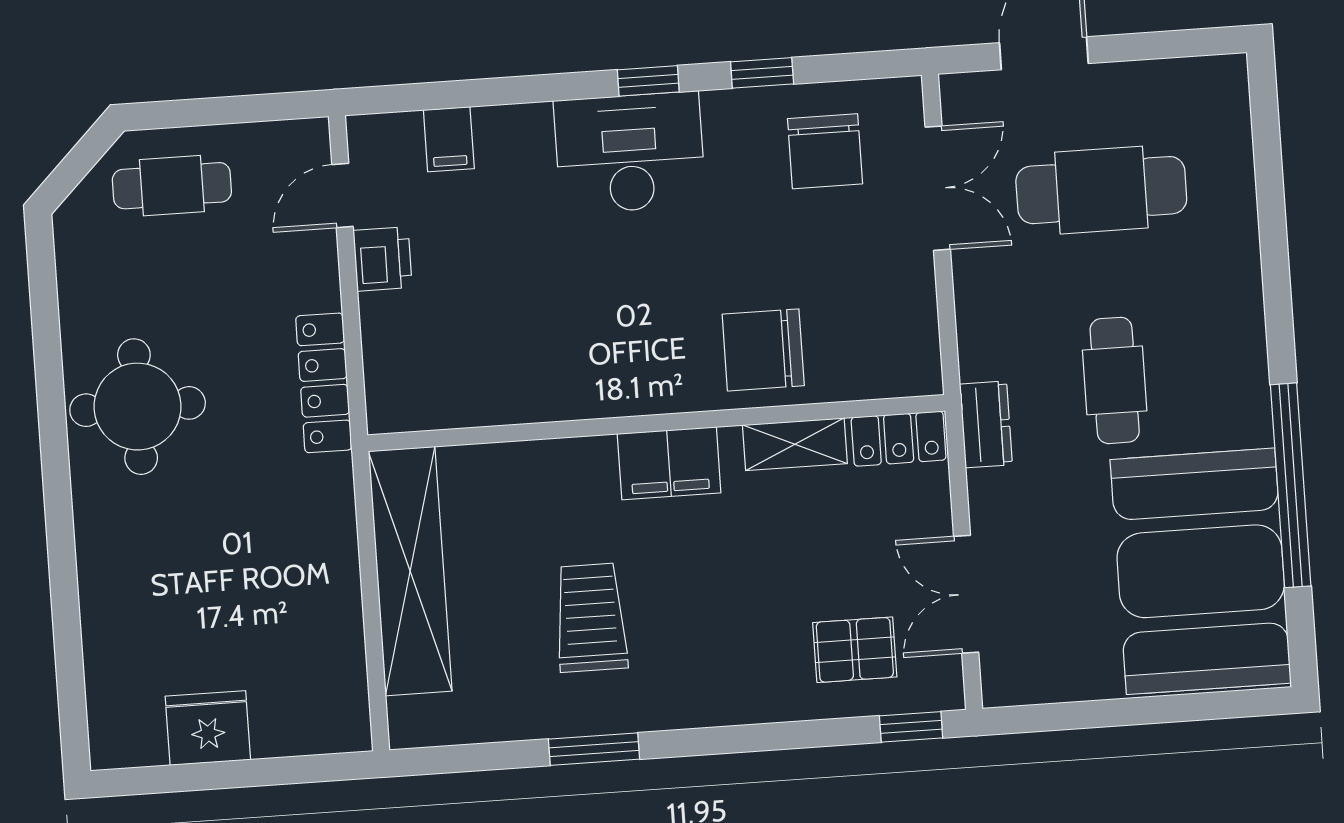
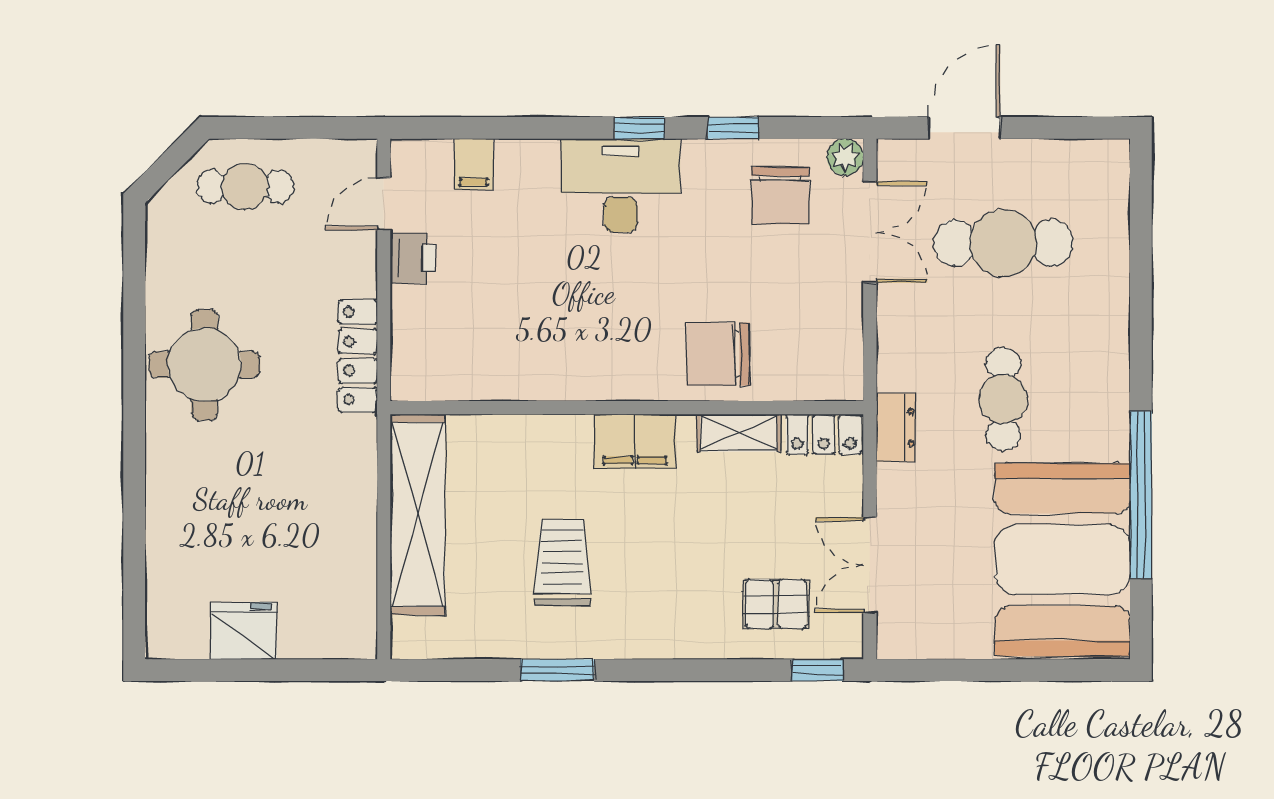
plant: (901, 99) -> (845, 157), added

